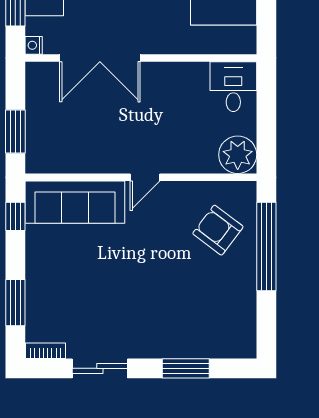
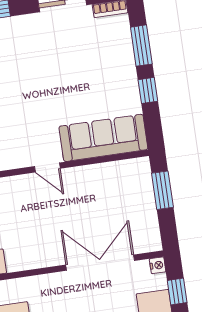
door: (145, 177) -> (47, 167), swing flipped
window: (15, 216) -> (148, 90), moved

